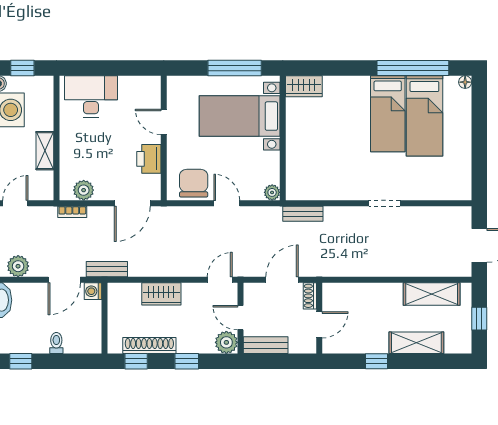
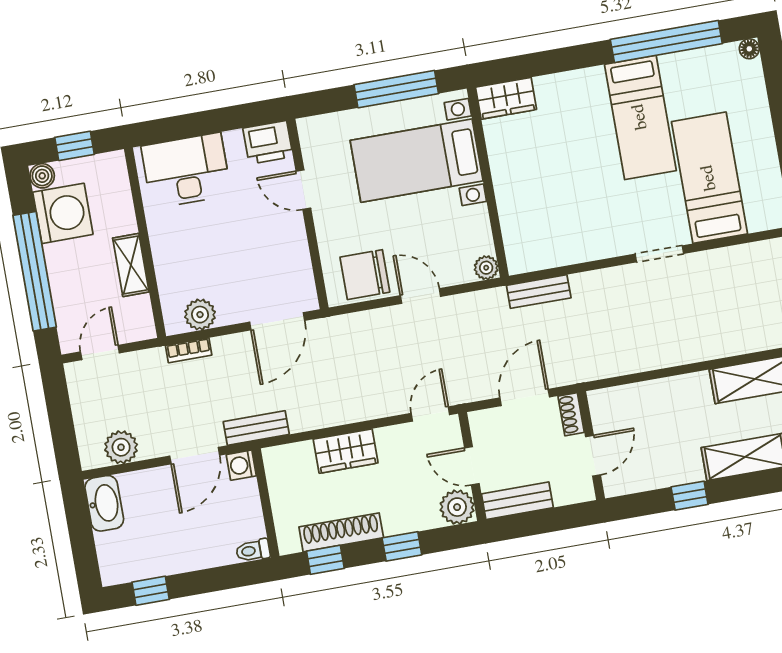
bed: (424, 116) -> (709, 178), moved, turned 180
printer: (149, 159) -> (268, 142), moved, turned -90
chair: (194, 183) -> (365, 275), turned -90
toilet: (56, 343) -> (253, 550), moved, turned -90

